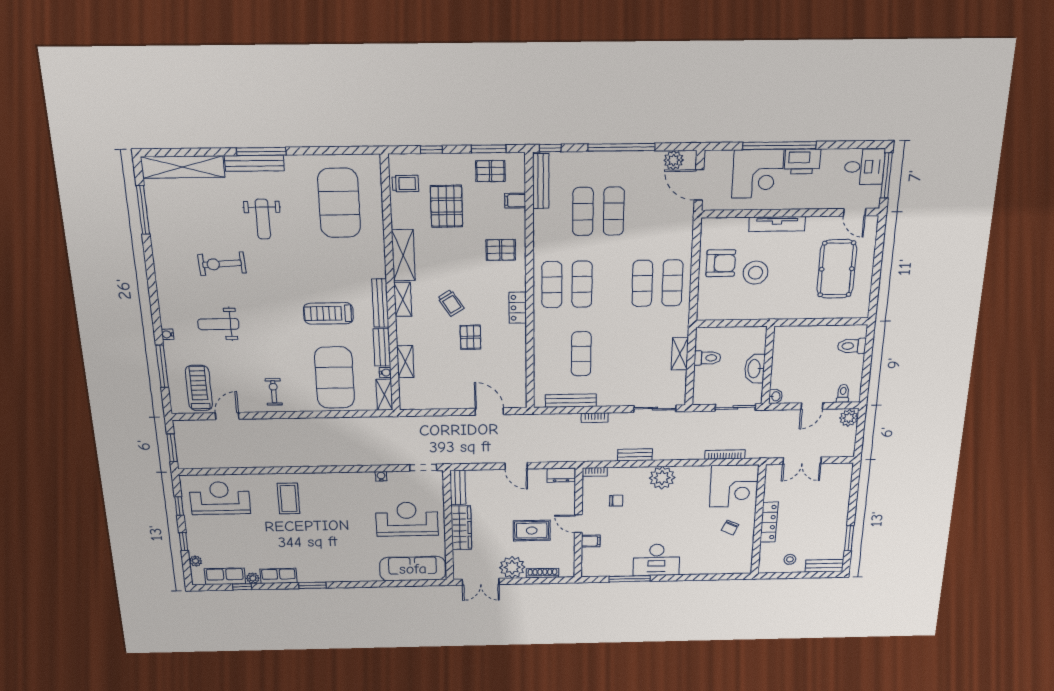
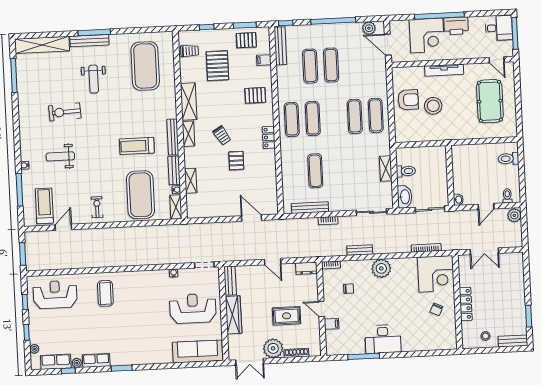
washbasin: (755, 369) -> (405, 197), moved, turned 180

